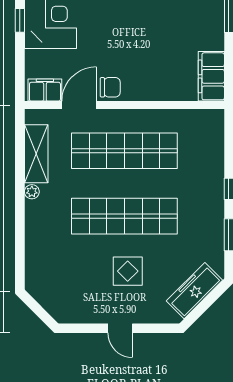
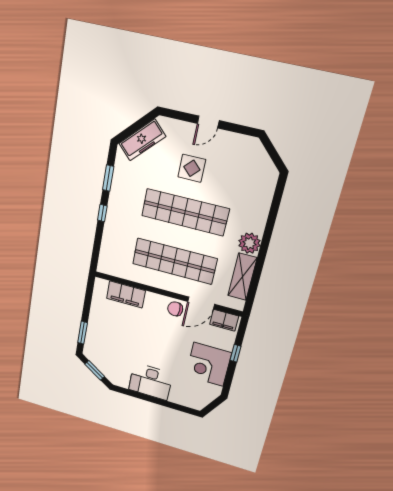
window: (20, 20) -> (236, 353), moved
filing cabinet: (211, 76) -> (126, 294), moved, turned 90
plant: (32, 192) -> (249, 243), width x1.88, depth x1.88
door: (120, 328) -> (208, 122), swing flipped

